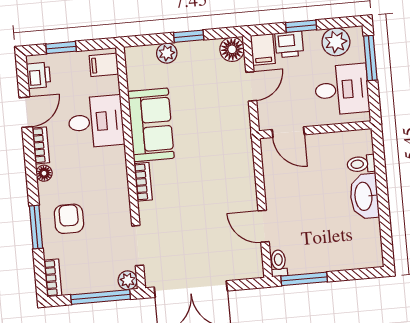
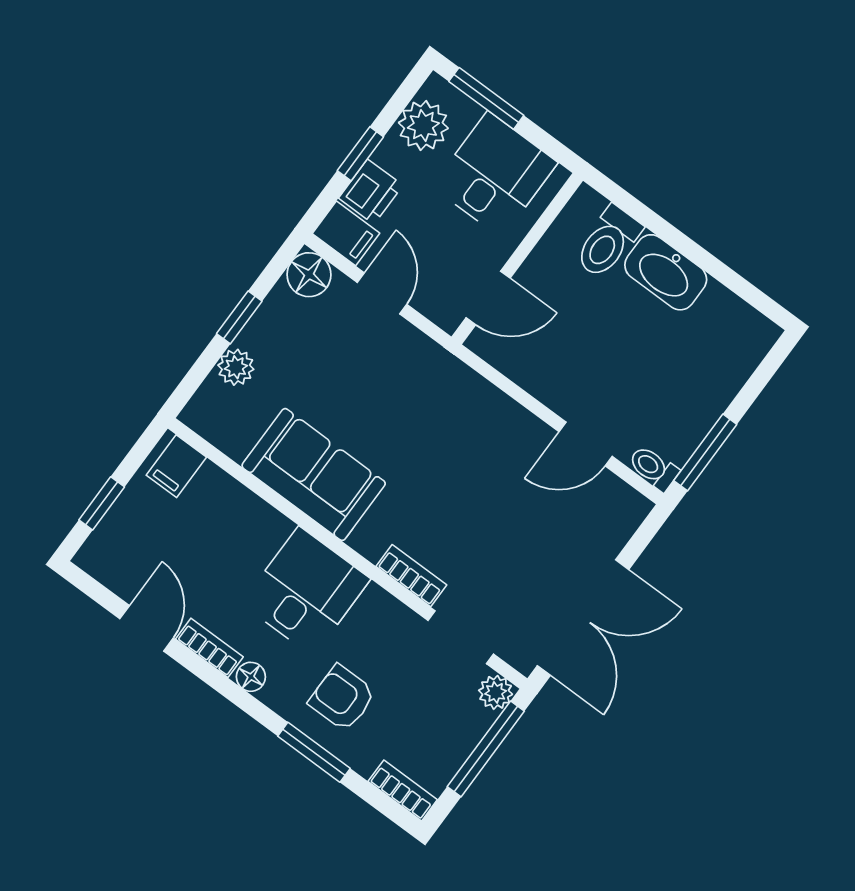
printer: (39, 75) -> (112, 567), removed
desk: (96, 122) -> (306, 591), moved
toilet: (361, 164) -> (608, 242), width x1.37, depth x1.39
bookcase: (143, 182) -> (411, 576), moved

